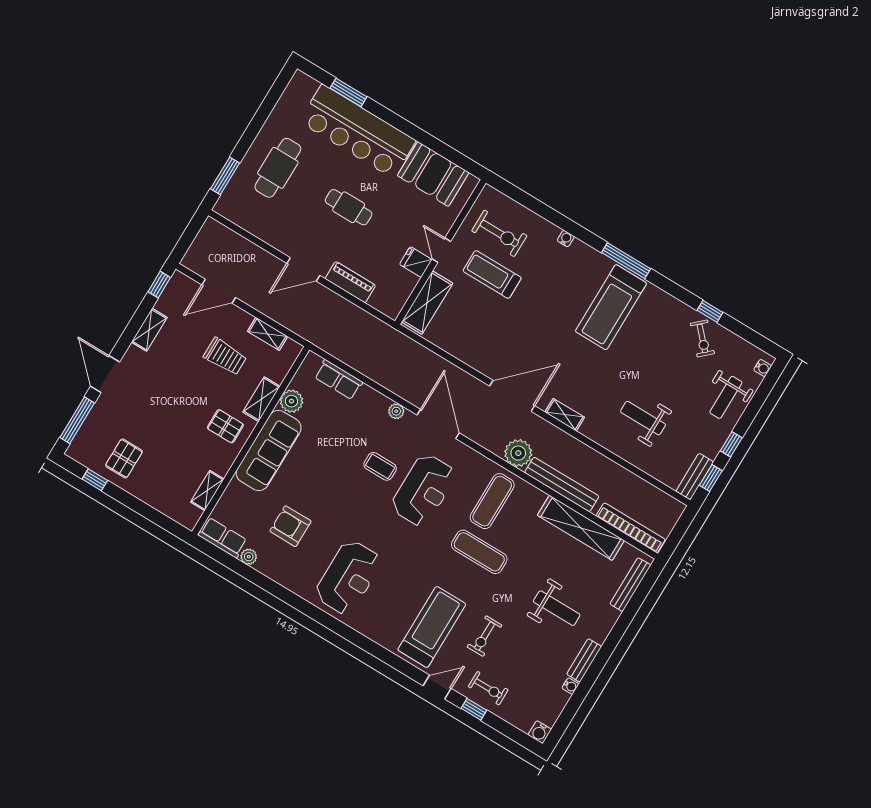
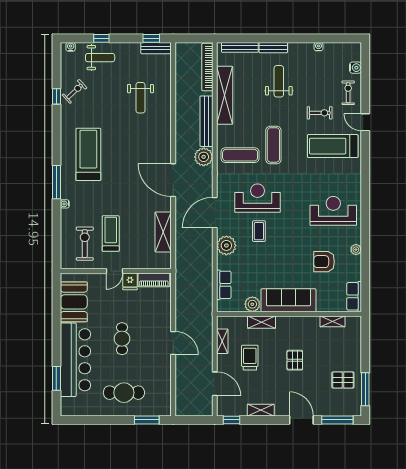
window: (626, 261) -> (56, 182), moved
treadmill: (492, 274) -> (111, 234), turned 180
piano: (350, 282) -> (154, 280), moved, turned -90
shelving: (427, 303) -> (163, 232), moved, turned 90
treadmill: (611, 307) -> (88, 154), turned -90
door: (105, 374) -> (301, 420), swing flipped
plant: (396, 411) -> (226, 245), width x1.87, depth x1.87
shelving: (565, 415) -> (166, 144), removed
pallet: (225, 426) -> (295, 360), moved
window: (731, 444) -> (101, 38), moved
window: (95, 480) -> (365, 389), width x2.17
armchair: (290, 526) -> (324, 262), turned 90
plant: (249, 557) -> (356, 250), moved
bench: (584, 660) -> (273, 48), moved
window: (474, 709) -> (365, 94), removed
water cooler: (540, 732) -> (355, 68), moved

